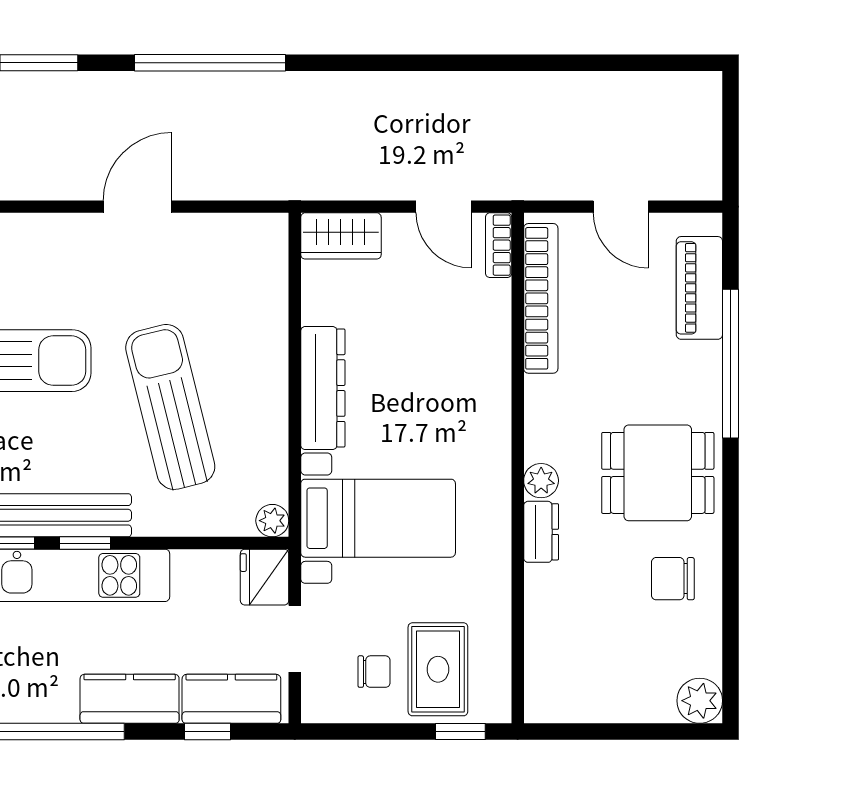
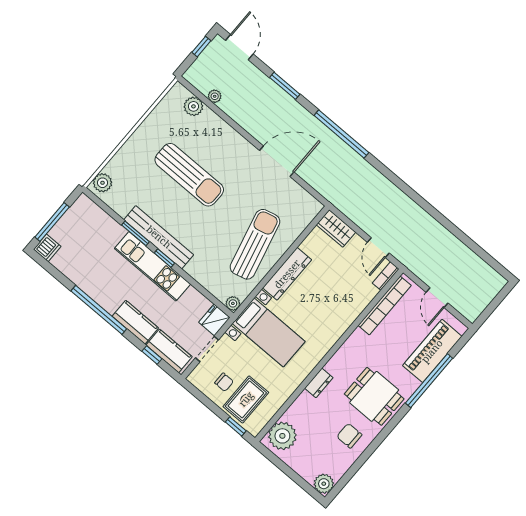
door: (137, 207) -> (277, 161), width x1.36
piano: (699, 288) -> (432, 351), width x1.37, depth x1.33
sun lounger: (170, 407) -> (255, 244), moved
plant: (541, 481) -> (282, 436), moved, width x1.88, depth x1.88

